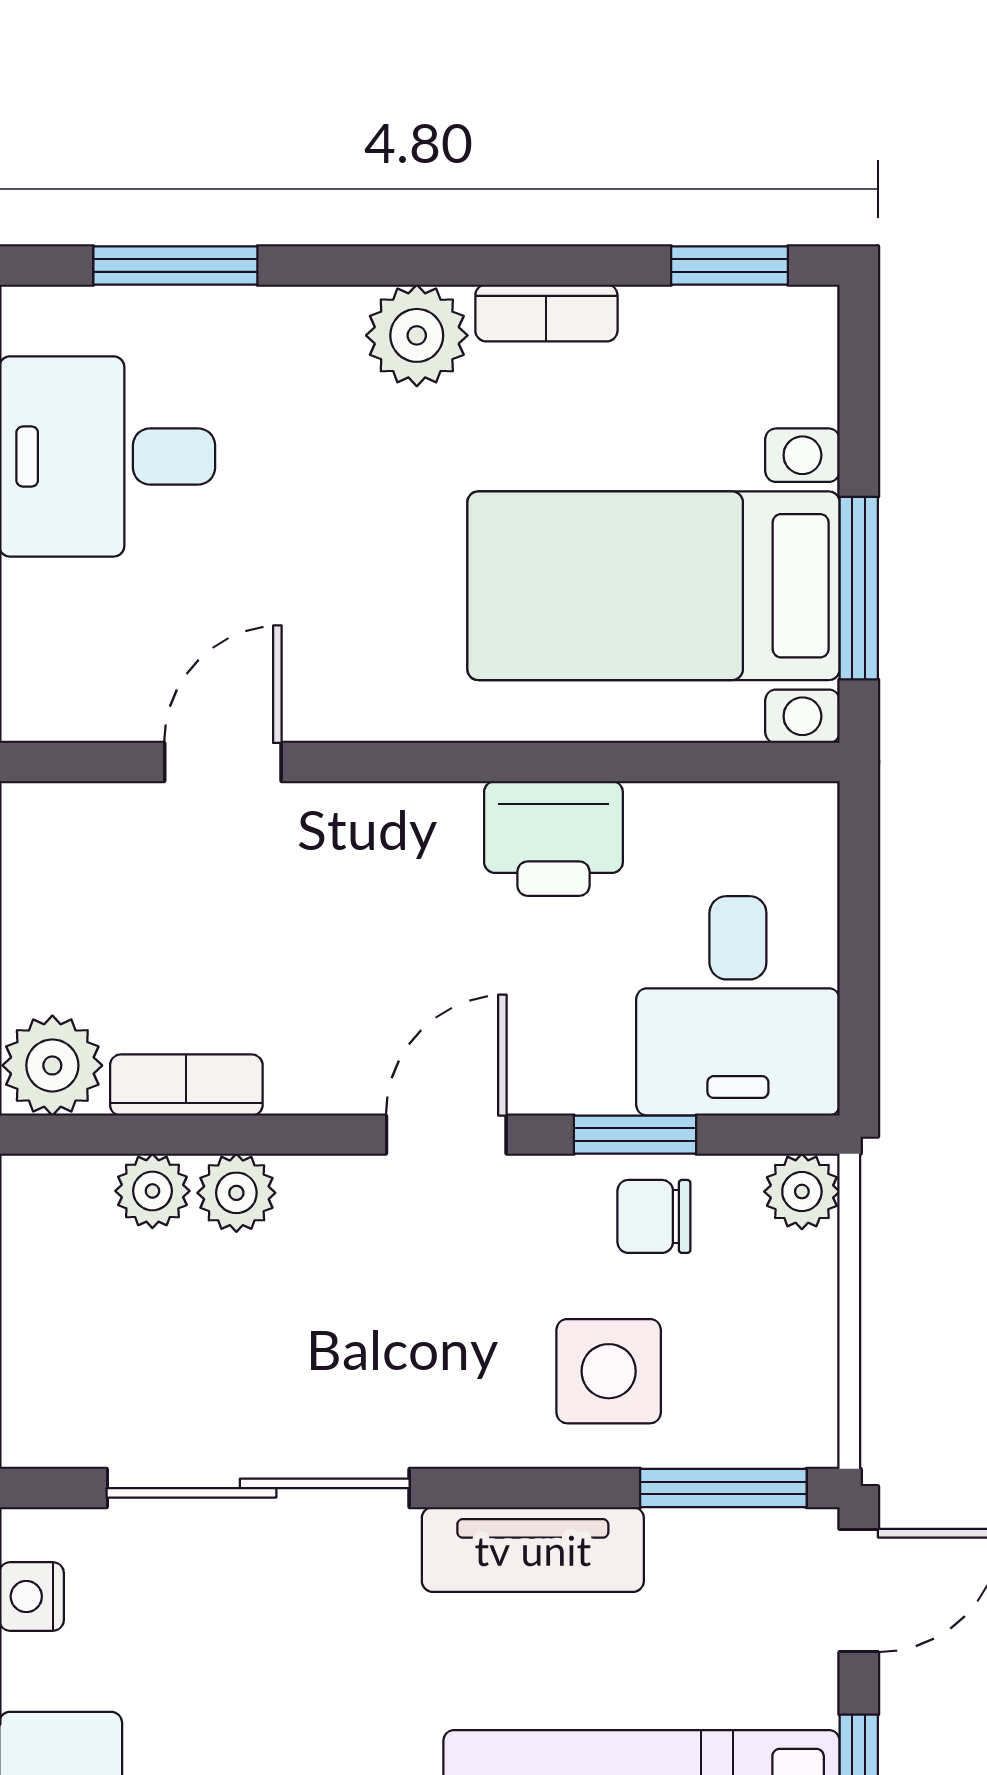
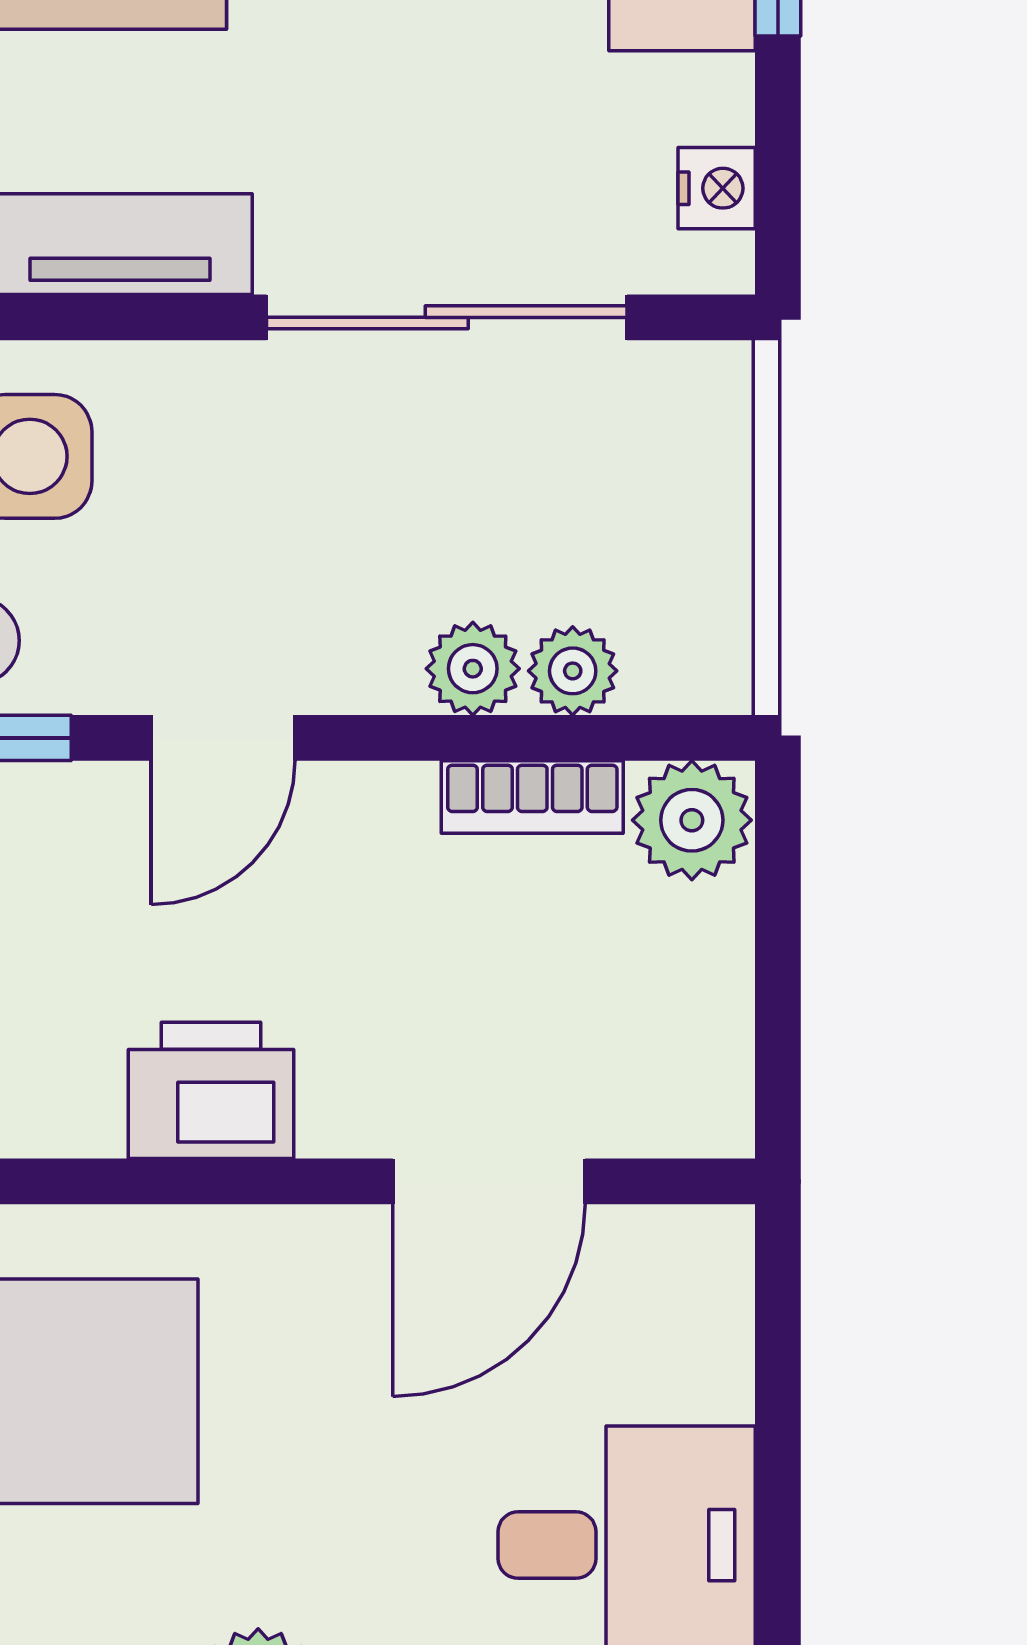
door: (223, 762) -> (489, 1181), width x1.38
printer: (553, 839) -> (211, 1090), moved

